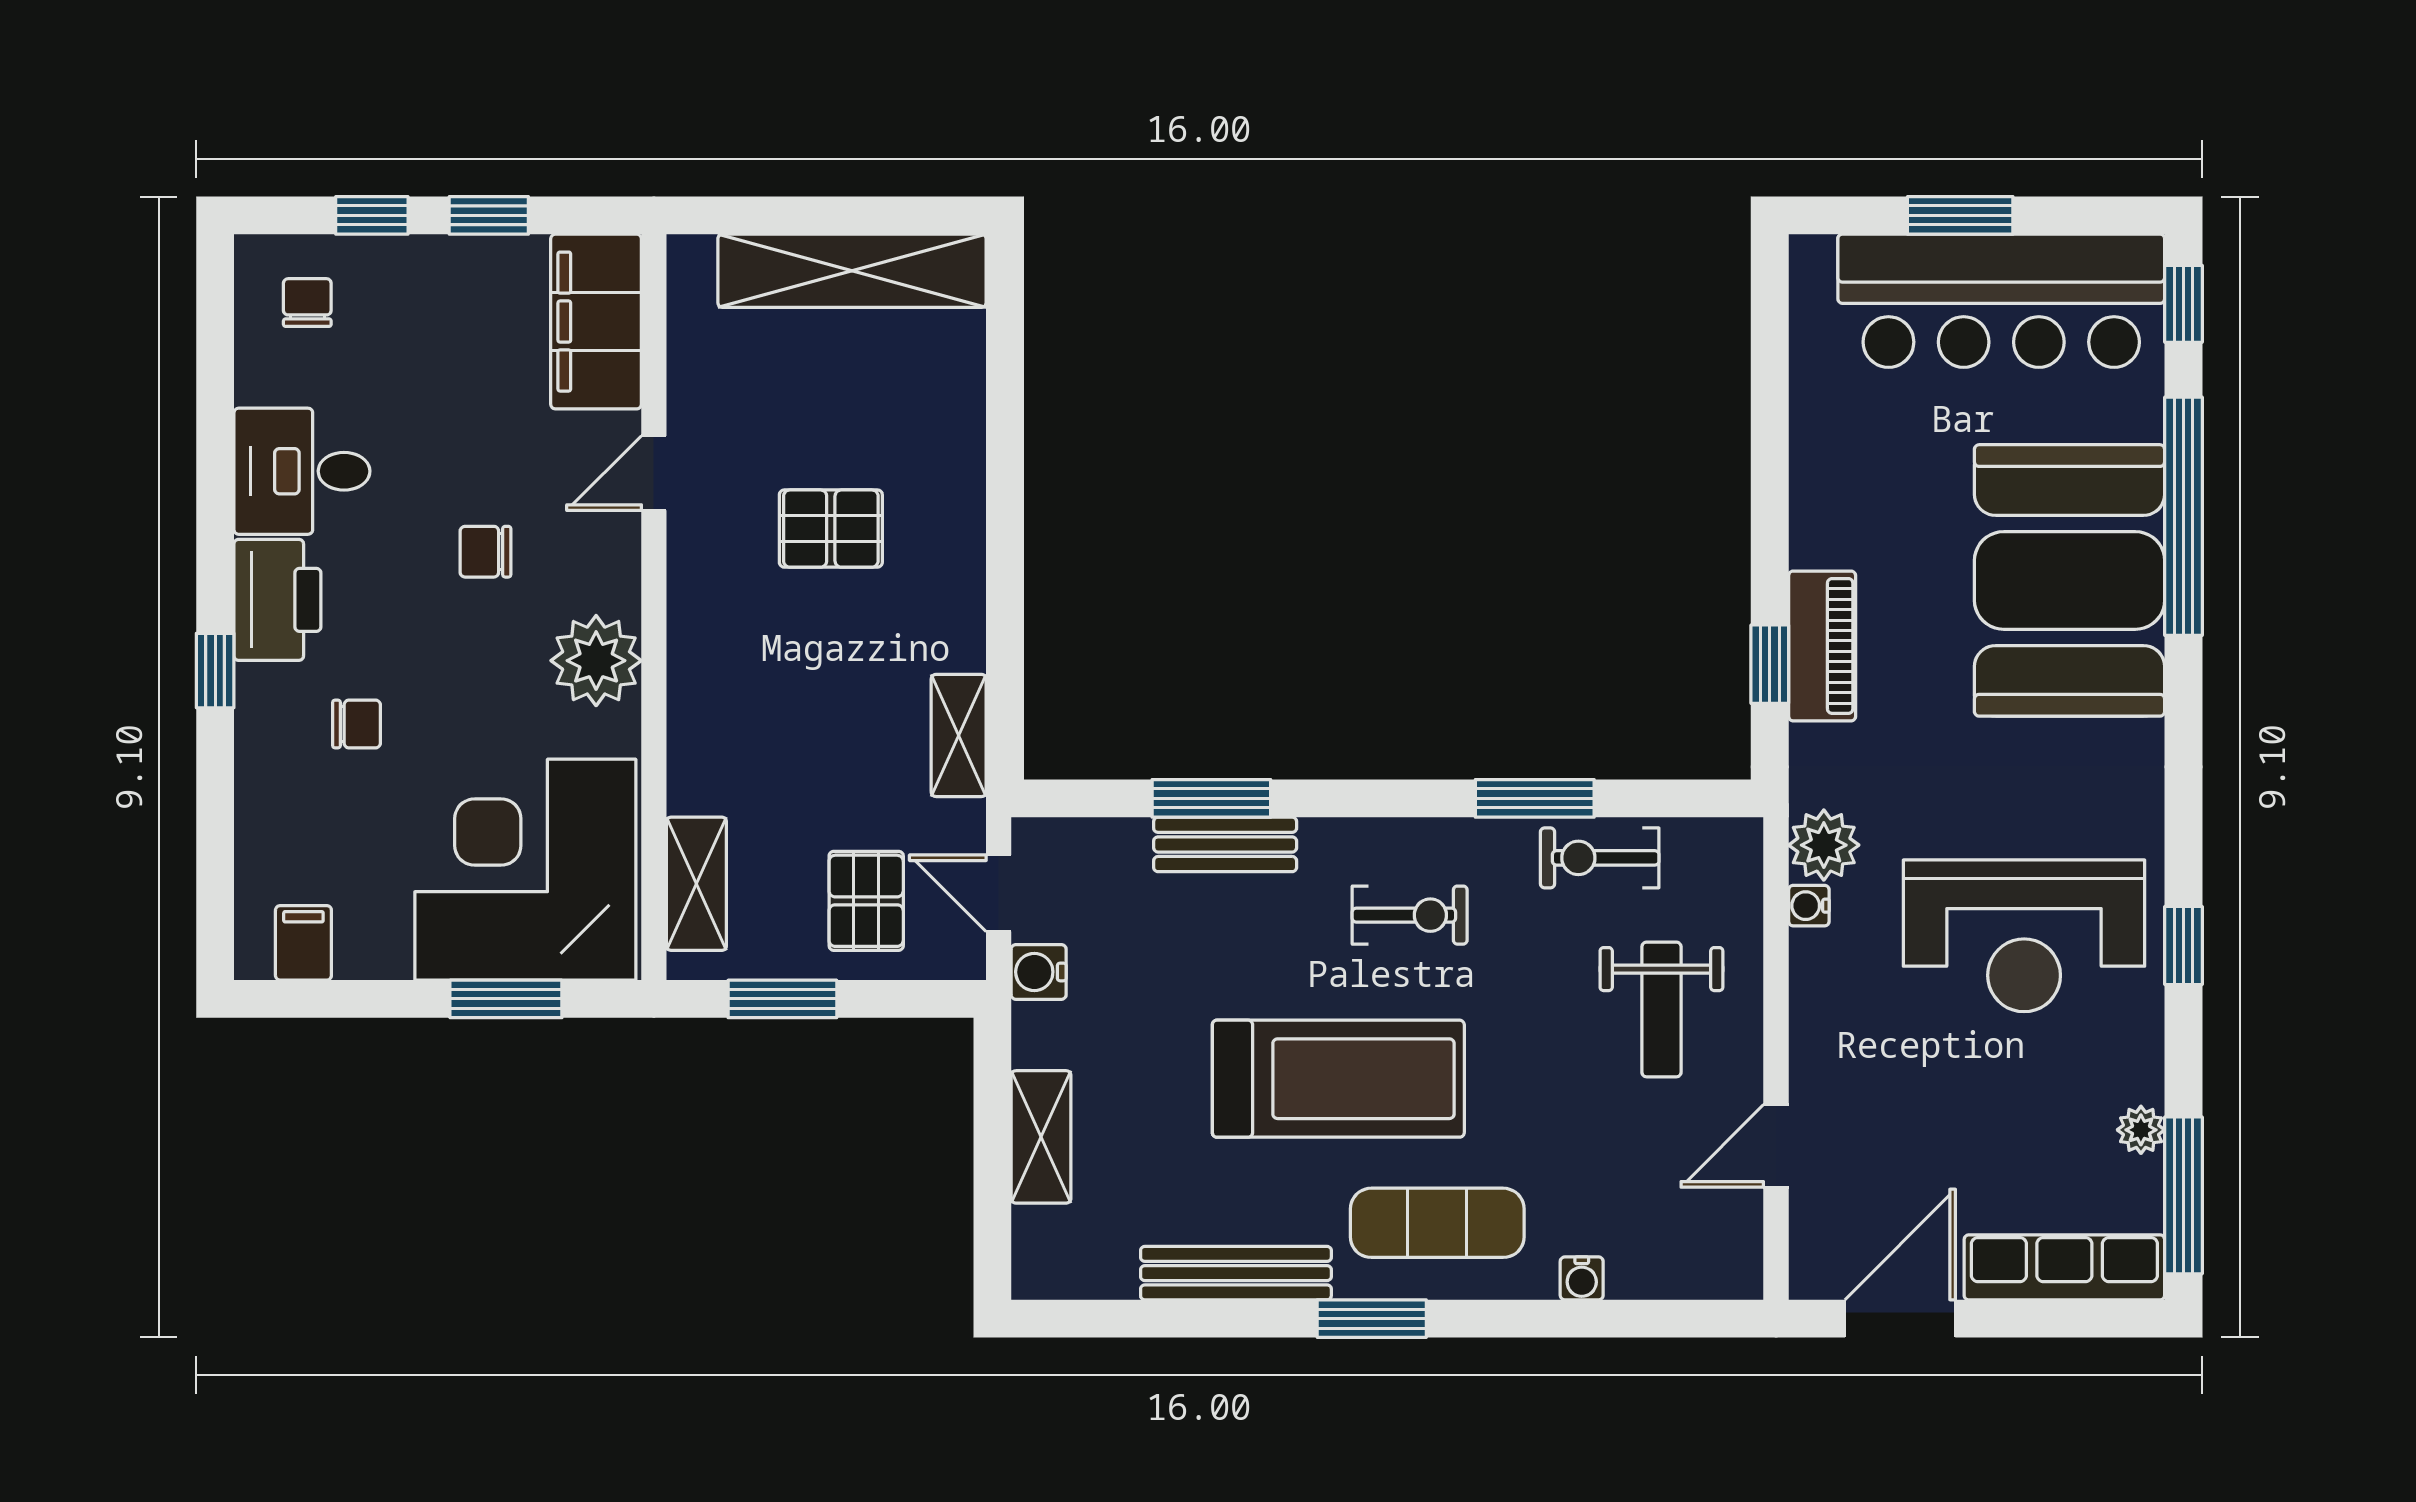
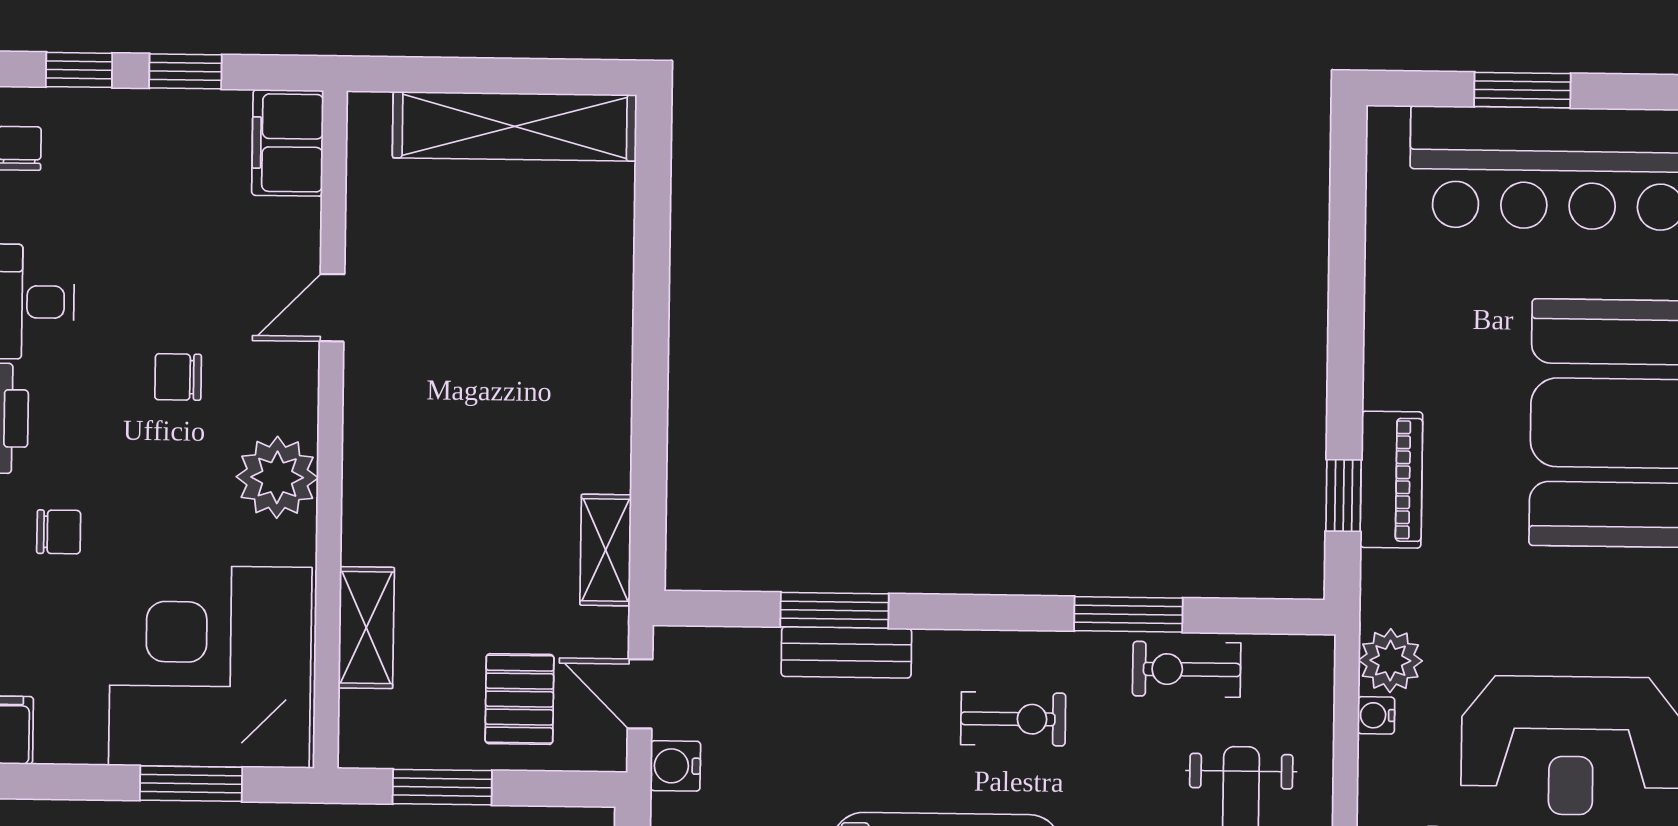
filing cabinet: (596, 322) -> (288, 143), width x0.67, depth x0.86
pallet: (831, 529) -> (492, 360), removed
shelving: (696, 884) -> (366, 628), moved

